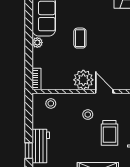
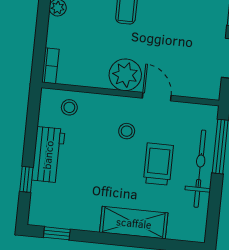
trolley: (109, 133) -> (158, 164), turned 180
workbench: (41, 146) -> (48, 155), moved

